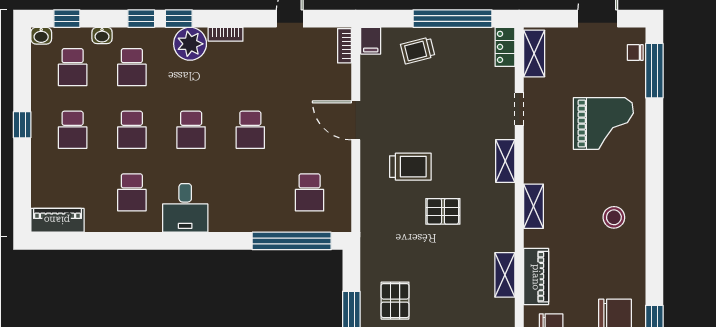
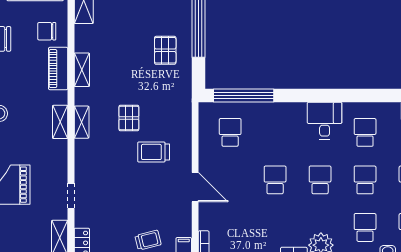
shelving: (505, 161) -> (82, 122), moved
pallet: (443, 211) -> (129, 118), turned 90

